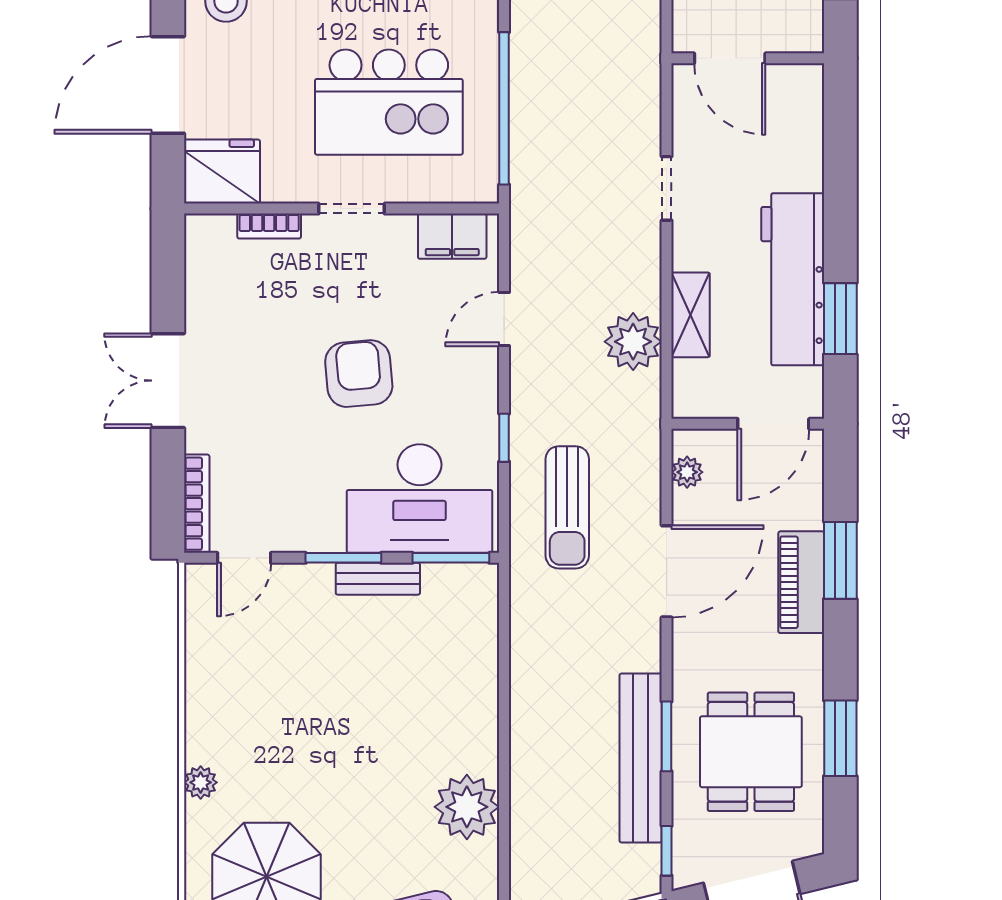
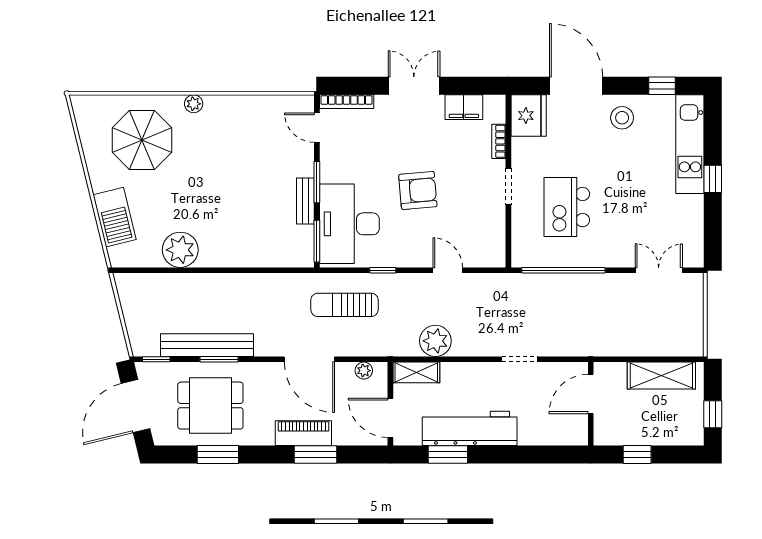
kitchen island: (389, 102) -> (567, 207), width x0.73, depth x0.78
filing cabinet: (452, 236) -> (464, 107), moved, turned -90
shelving: (691, 315) -> (416, 372), moved

